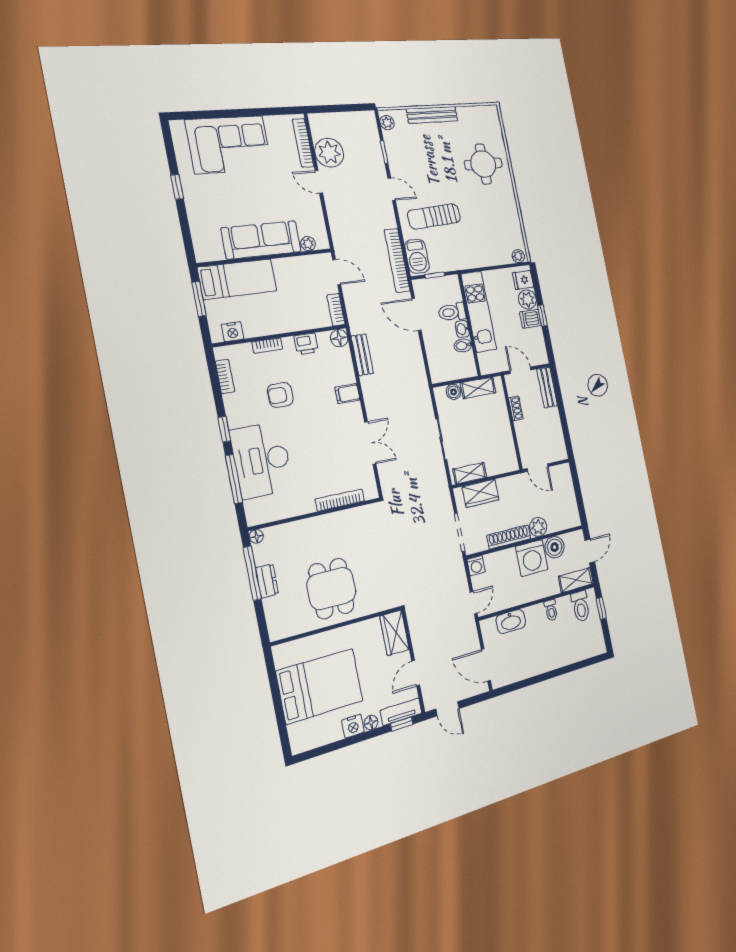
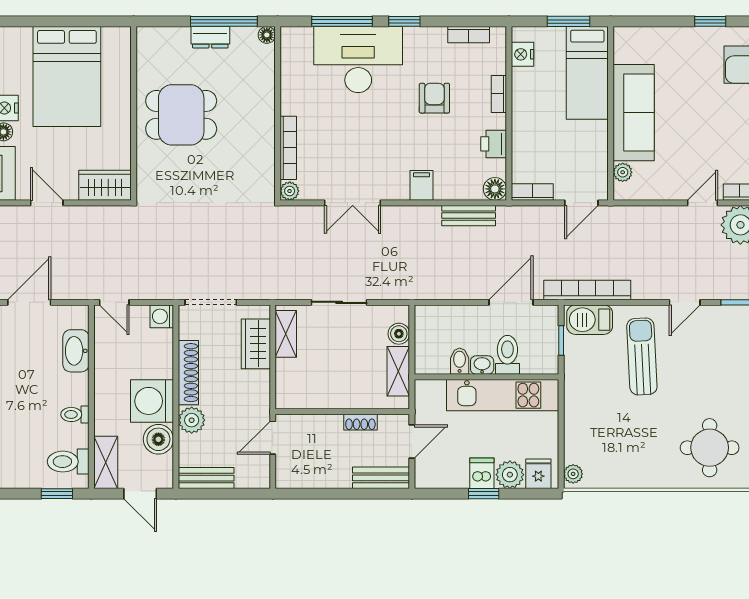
plant: (371, 492) -> (290, 191), added
bench: (571, 508) -> (206, 478), added

